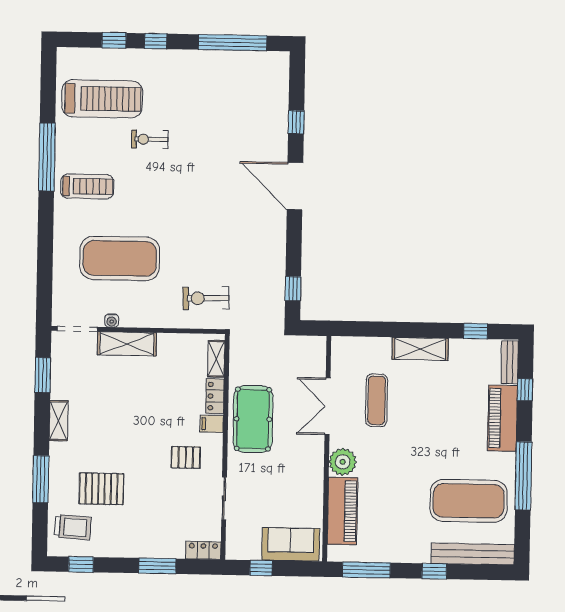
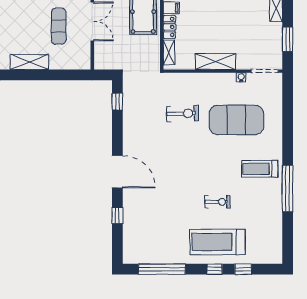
treadmill: (102, 99) -> (217, 242), moved
exercise bike: (206, 298) -> (182, 114), moved
shelving: (127, 344) -> (215, 62), moved

